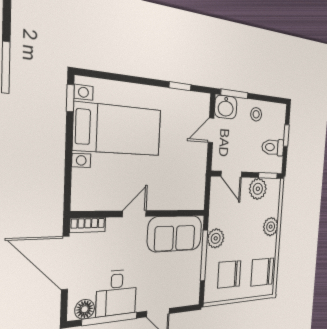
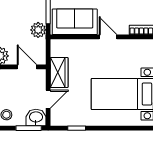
wardrobe: (197, 165) -> (59, 72), added
door: (134, 214) -> (108, 37), swing flipped
plant: (216, 238) -> (38, 30), moved

